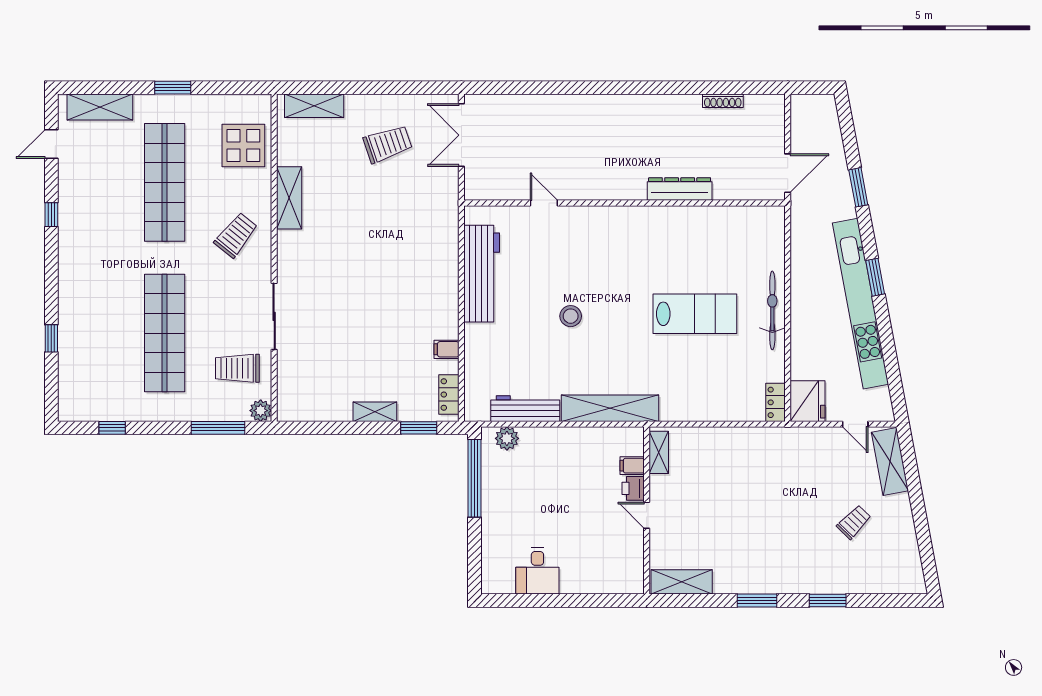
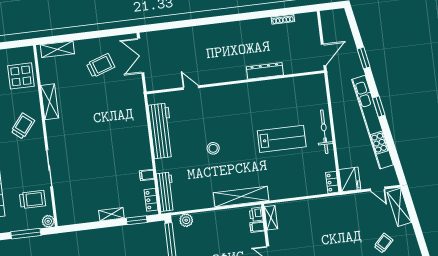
trolley: (237, 368) -> (33, 199), turned 180
workbench: (525, 409) -> (166, 192), moved, turned 90
printer: (633, 488) -> (256, 214), moved

